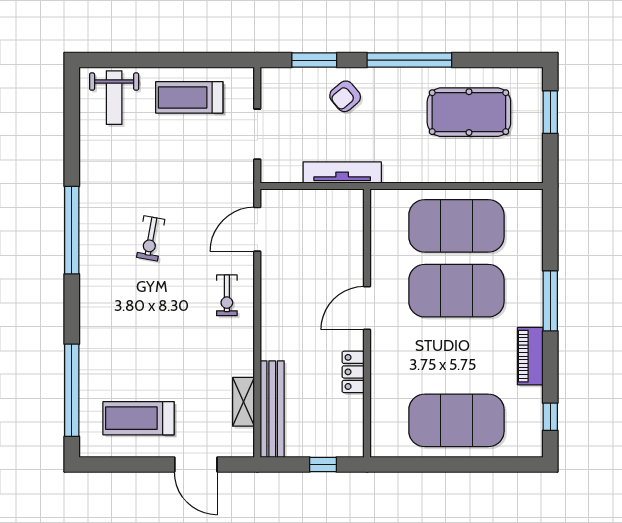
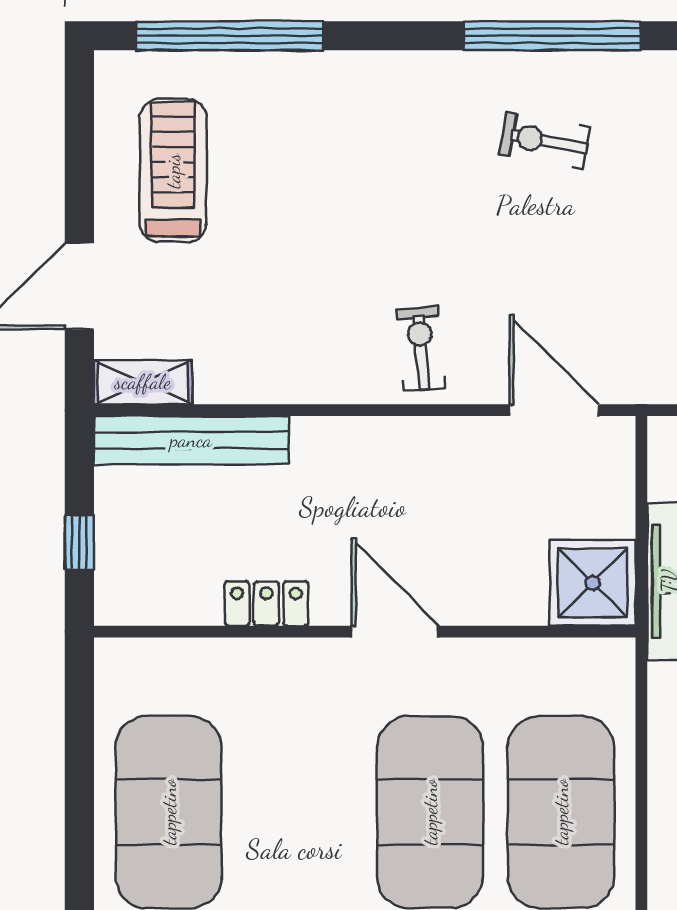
shower: (343, 210) -> (593, 583), added
exercise bike: (151, 238) -> (545, 141), moved
exercise bike: (227, 295) -> (421, 349), turned 85
shelving: (243, 402) -> (143, 382), moved

